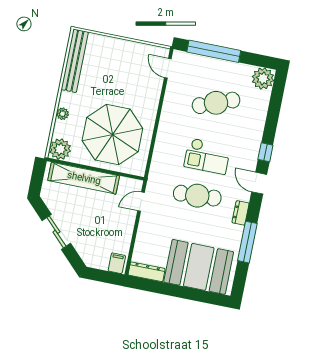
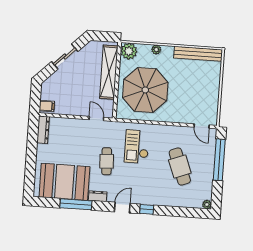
door: (168, 68) -> (202, 126), swing flipped
plant: (263, 78) -> (207, 204), width x0.53, depth x0.53
checkout: (207, 156) -> (137, 147), moved
cafe table: (197, 196) -> (107, 161), width x0.73, depth x0.74
booth: (199, 267) -> (64, 182), moved, turned 90

